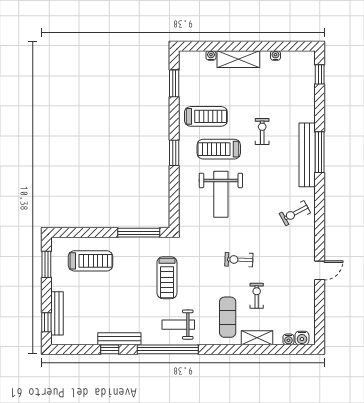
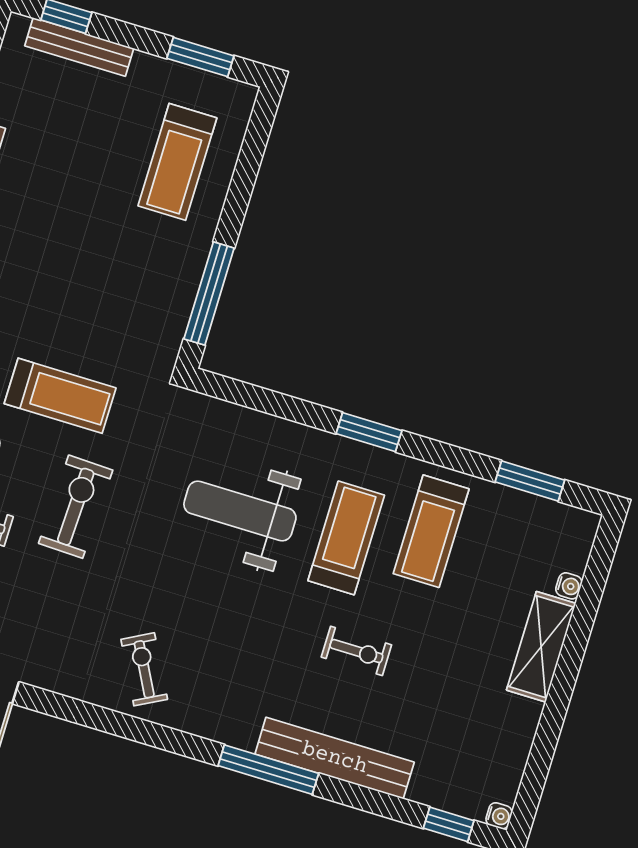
water cooler: (275, 55) -> (499, 816), moved
bench: (307, 155) -> (335, 758), moved
exercise bike: (239, 260) -> (76, 507), width x1.38, depth x1.39
treadmill: (167, 278) -> (60, 396), moved, turned 180

